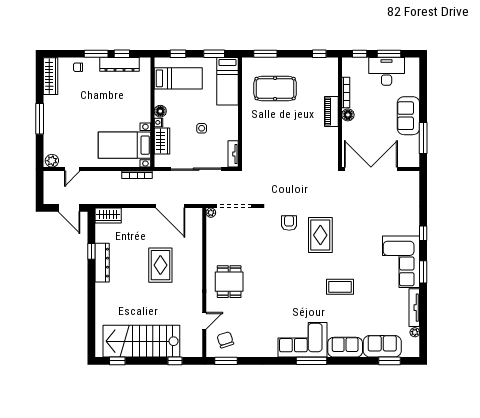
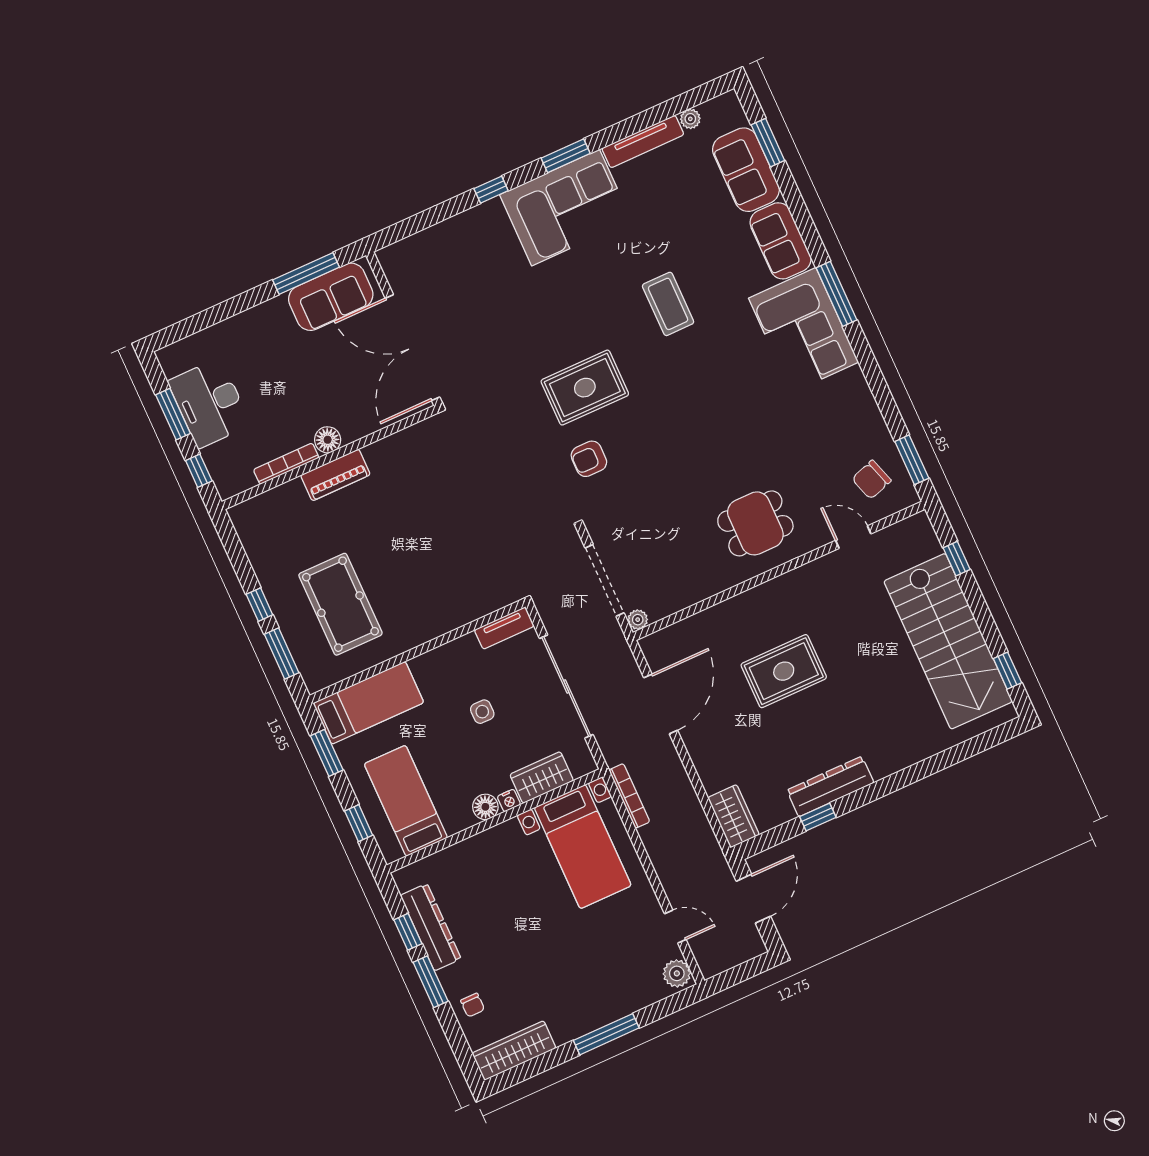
window: (319, 54) -> (259, 605), moved
sofa: (408, 116) -> (331, 297), moved

